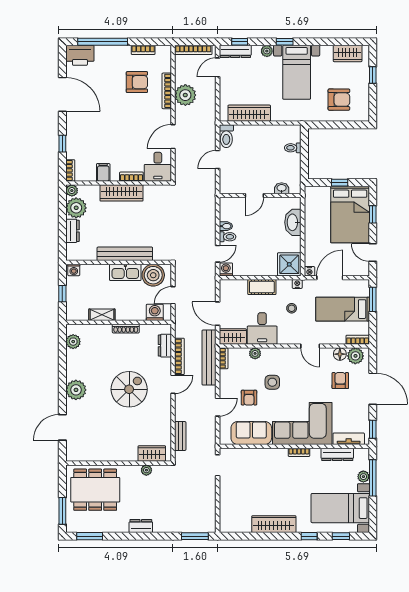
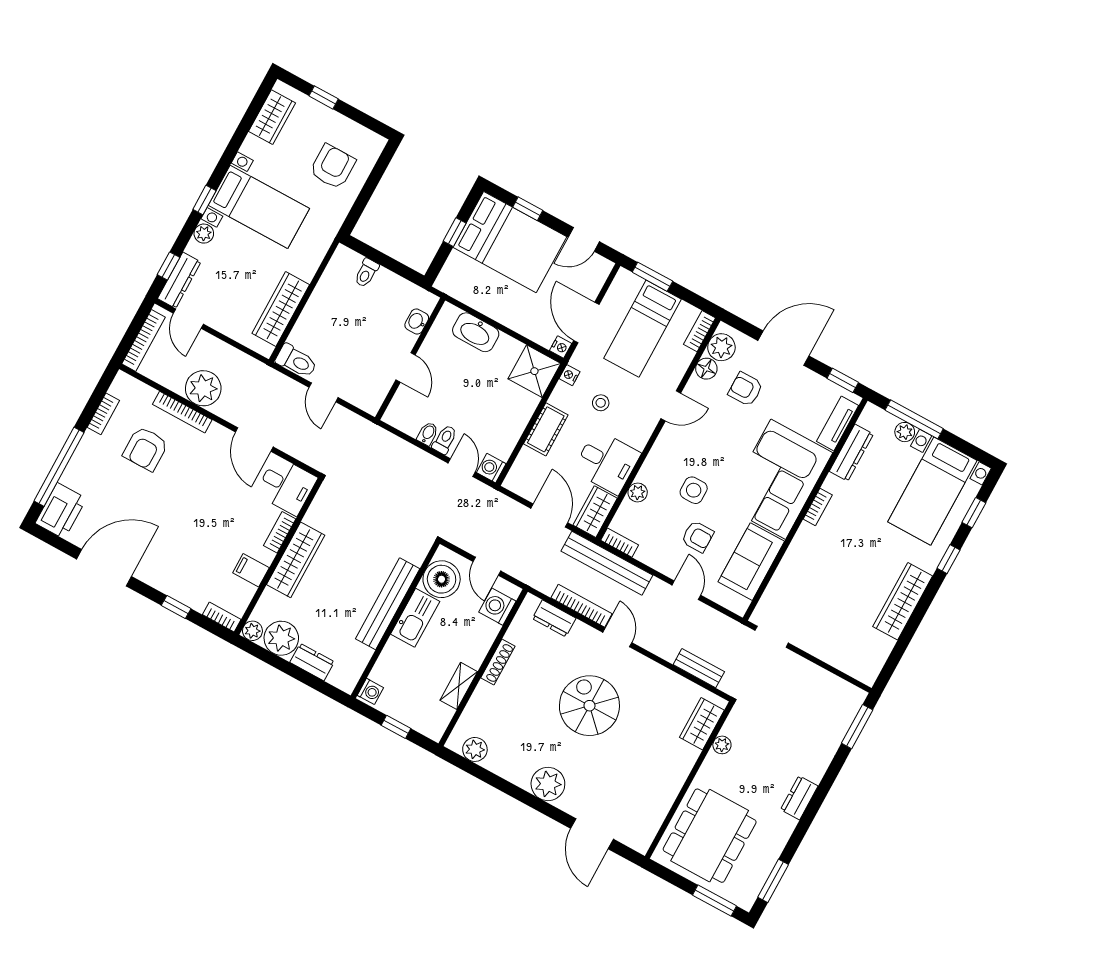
armchair: (137, 82) -> (146, 449), turned 180
door: (218, 314) -> (549, 515), swing flipped

